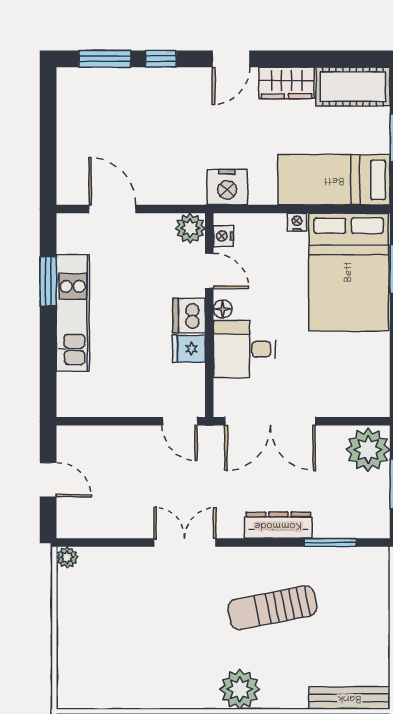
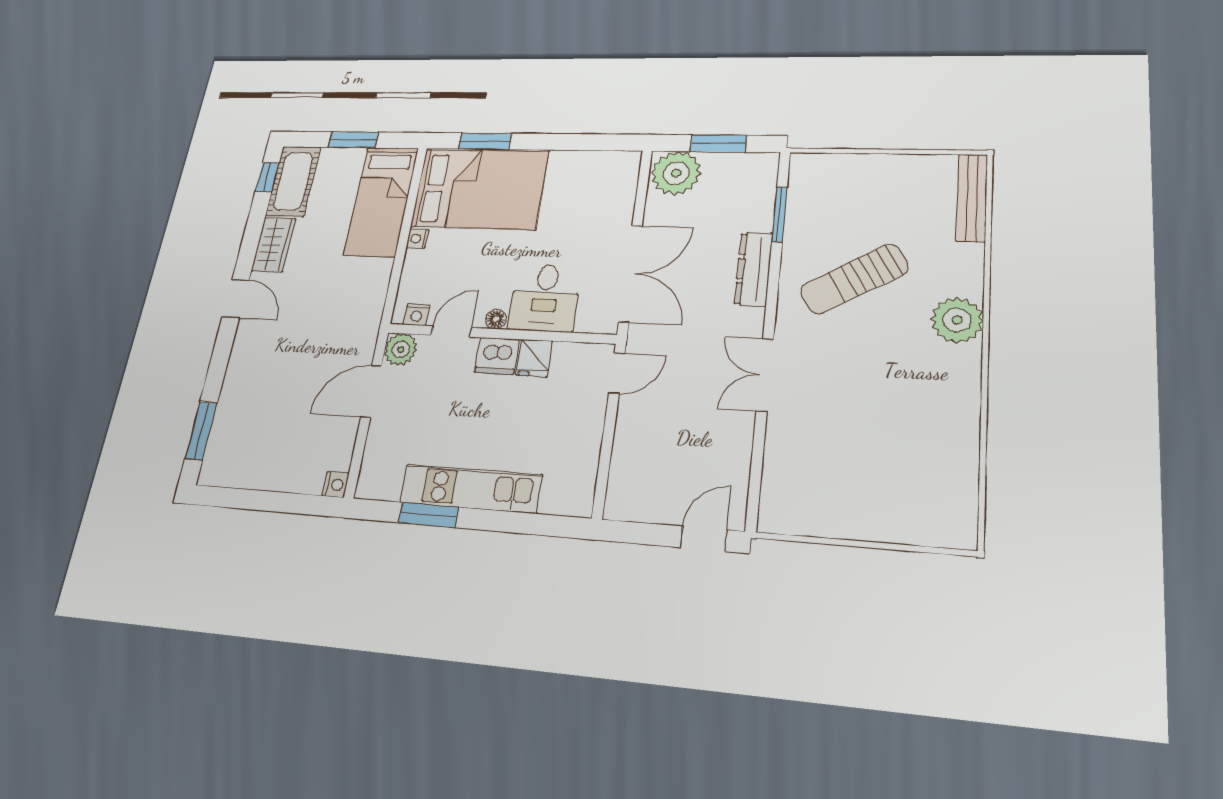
window: (161, 59) -> (267, 177), moved
nightstand: (227, 187) -> (336, 485), moved, width x0.53, depth x0.56
door: (112, 209) -> (371, 391), moved
door: (48, 480) -> (704, 539), moved
plant: (67, 557) -> (771, 520), removed
sun lounger: (272, 608) -> (854, 279), turned 70

